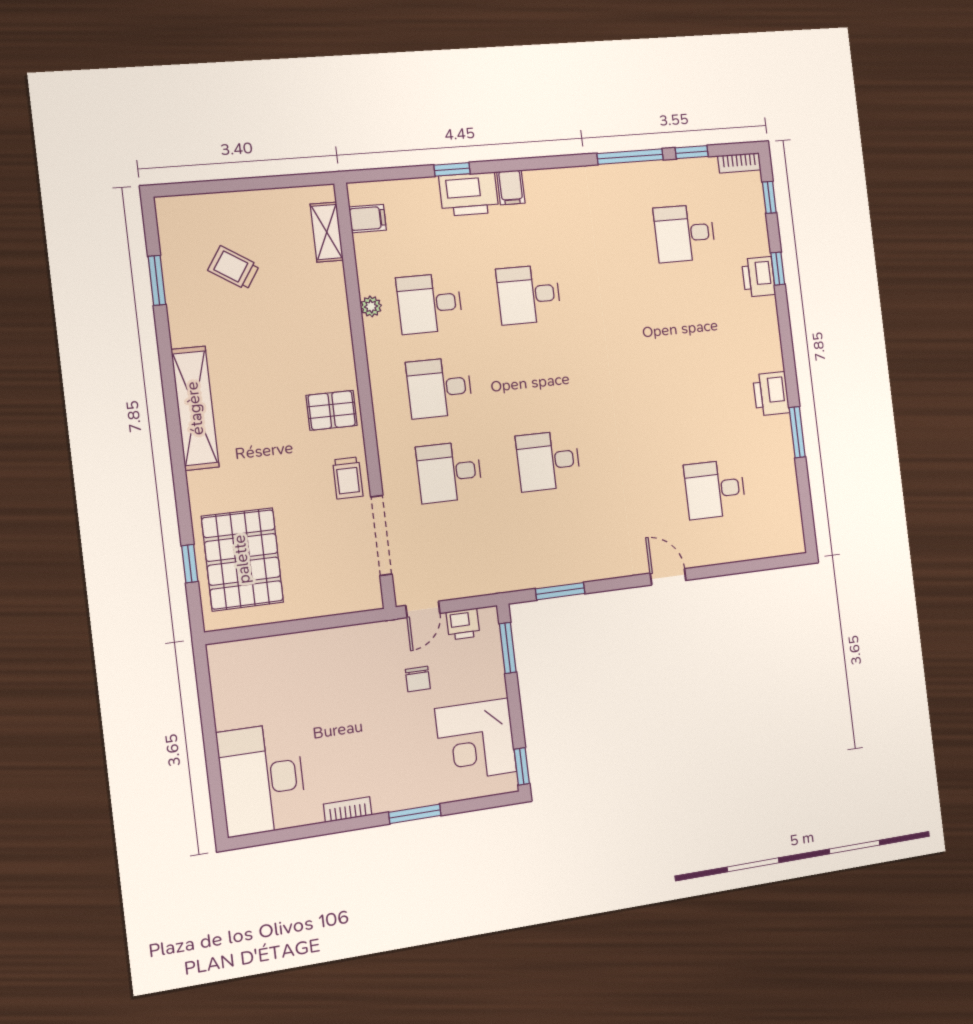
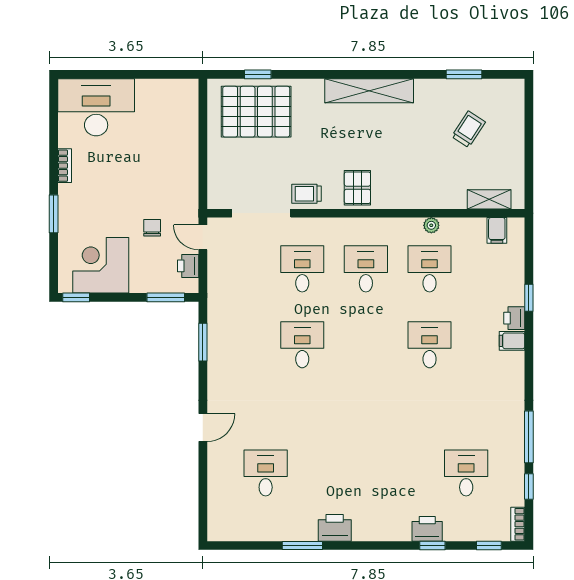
printer: (469, 194) -> (514, 318), width x0.53, depth x0.68
chair: (418, 679) -> (152, 228), turned 90

